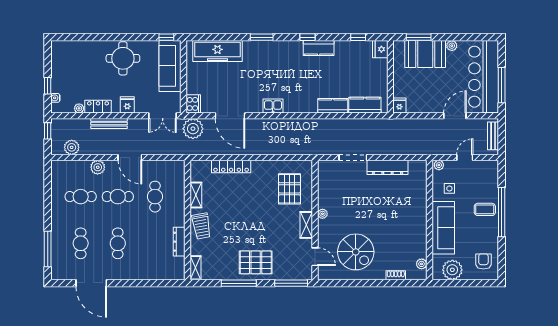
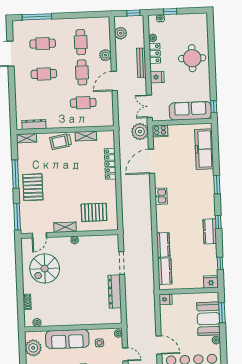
round table: (123, 58) -> (192, 58), moved
dresser: (179, 242) -> (34, 125), moved

